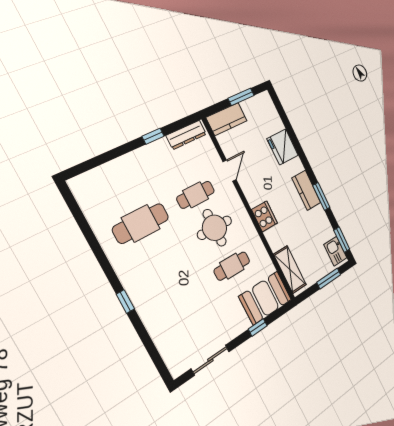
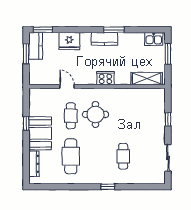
kitchen counter: (227, 119) -> (36, 46), moved
dresser: (186, 135) -> (34, 164), moved
window: (342, 240) -> (43, 30), moved
cafe table: (232, 266) -> (123, 156), moved
booth: (265, 298) -> (40, 133), moved

